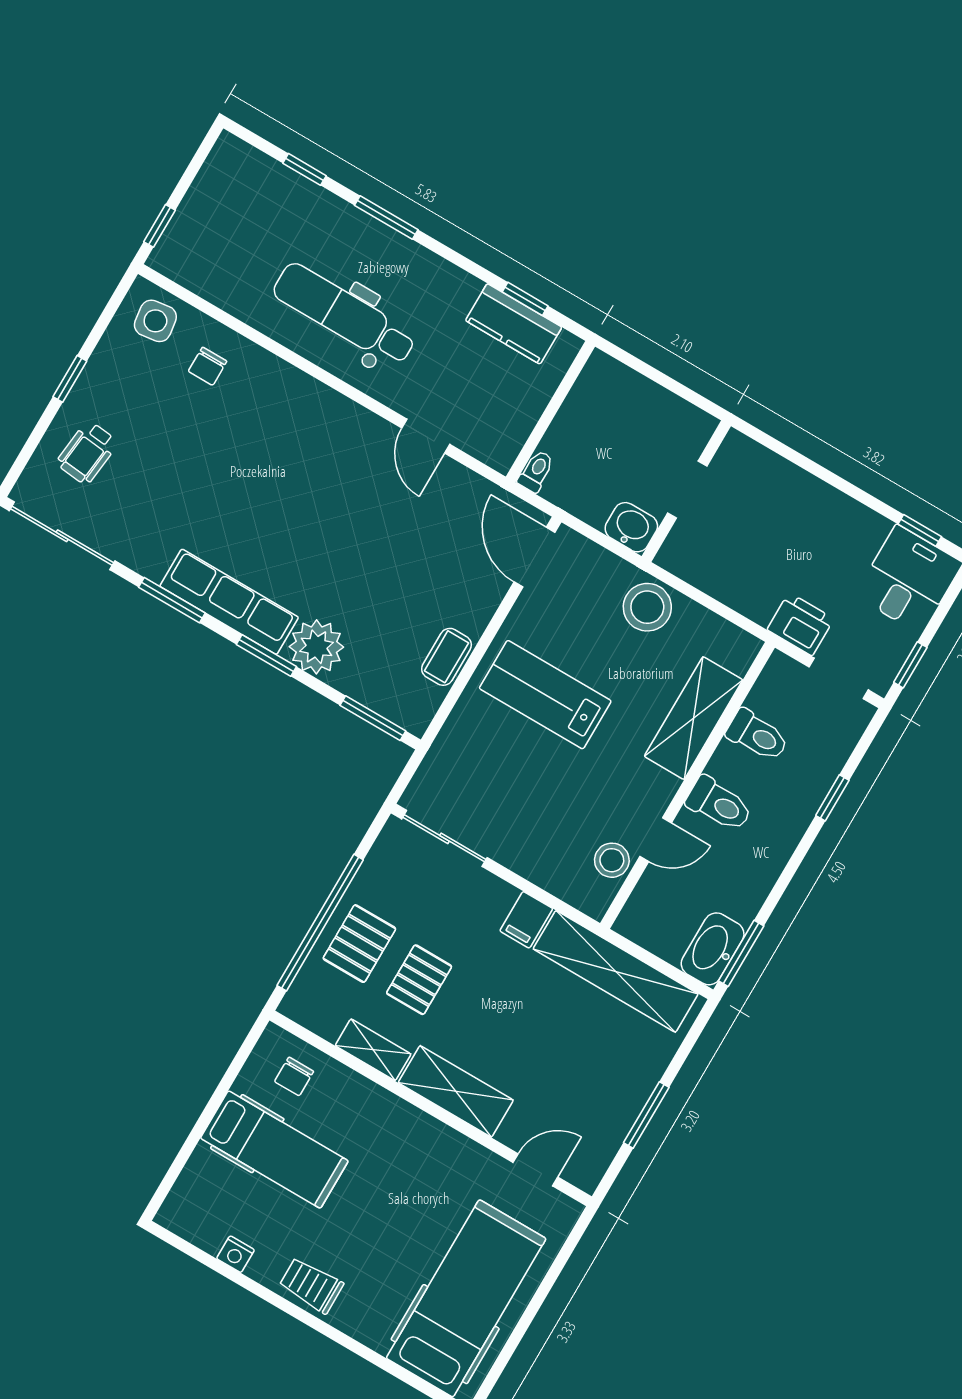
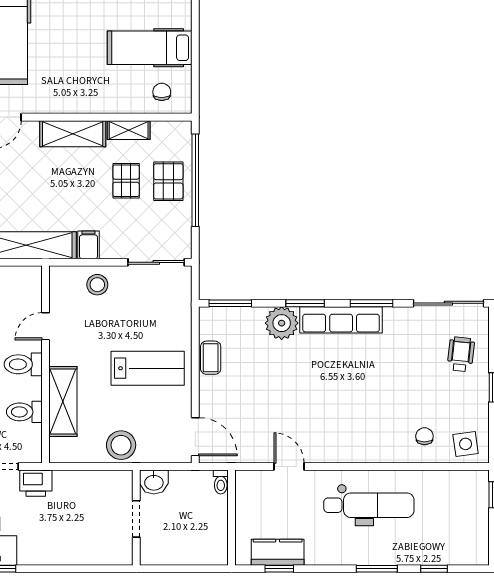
stool: (612, 860) -> (97, 285), moved

